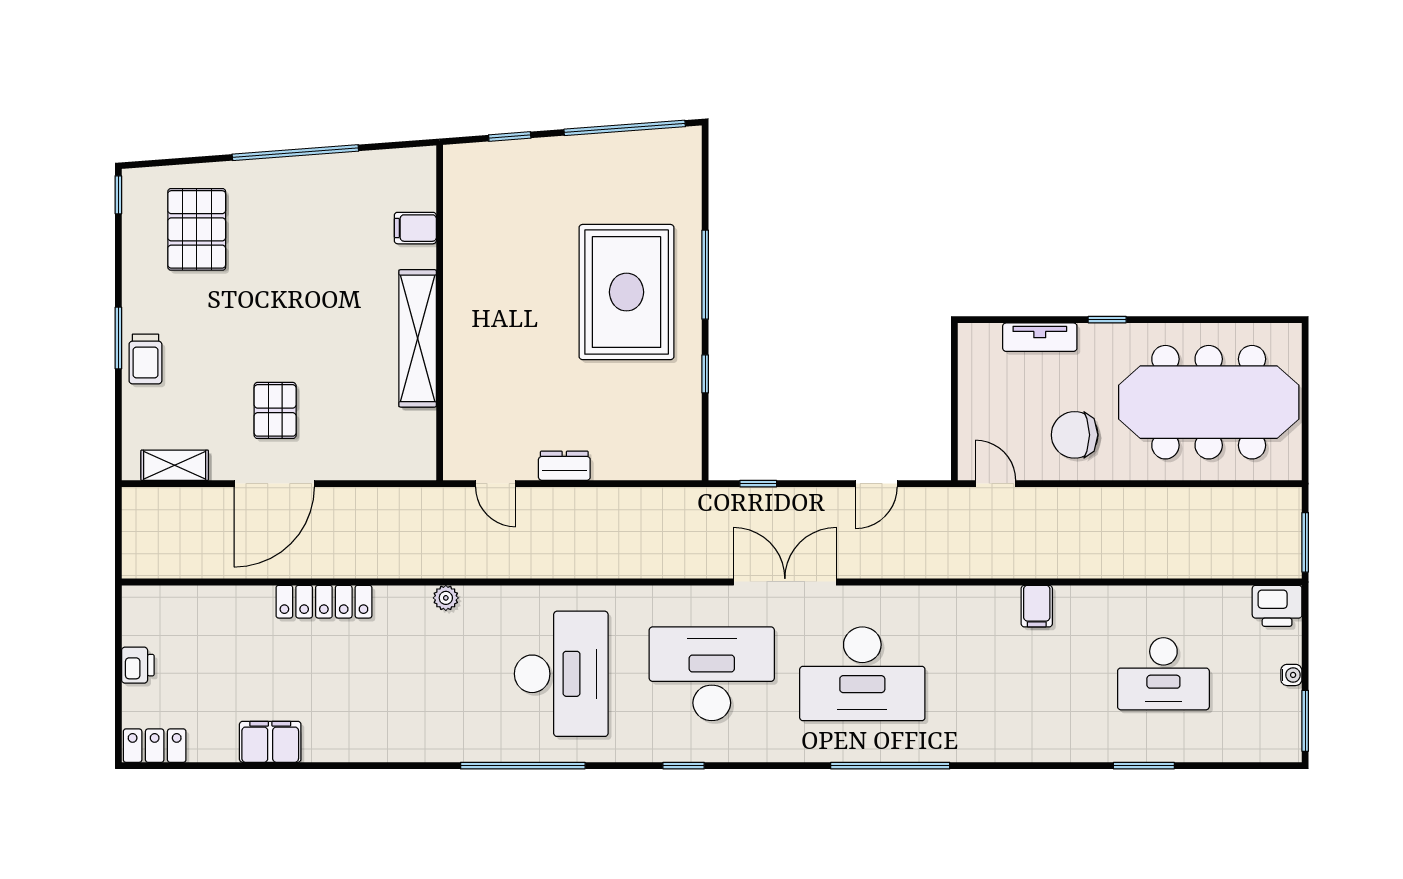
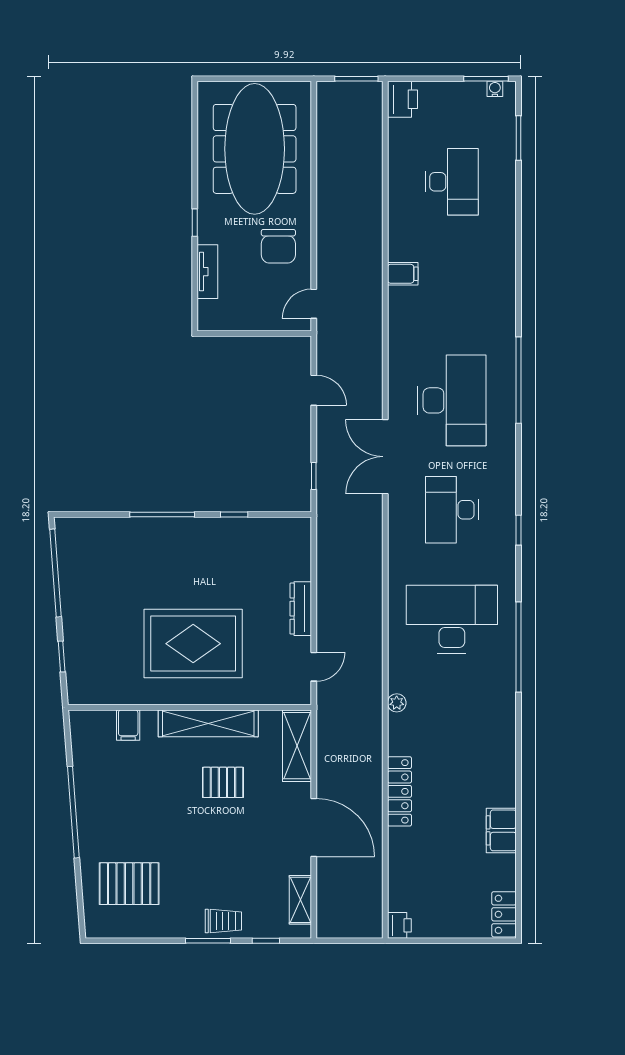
window: (118, 195) -> (266, 941), moved
rug: (627, 292) -> (193, 644), moved
pallet: (275, 410) -> (223, 782), moved
shelving: (387, 461) -> (297, 746), added
dresser: (564, 466) -> (301, 609), width x1.44
printer: (138, 665) -> (399, 925), moved, turned 90
desk: (712, 674) -> (452, 510), width x0.73, depth x0.77
water cooler: (1291, 675) -> (495, 89), moved
window: (1144, 766) -> (519, 138), moved

